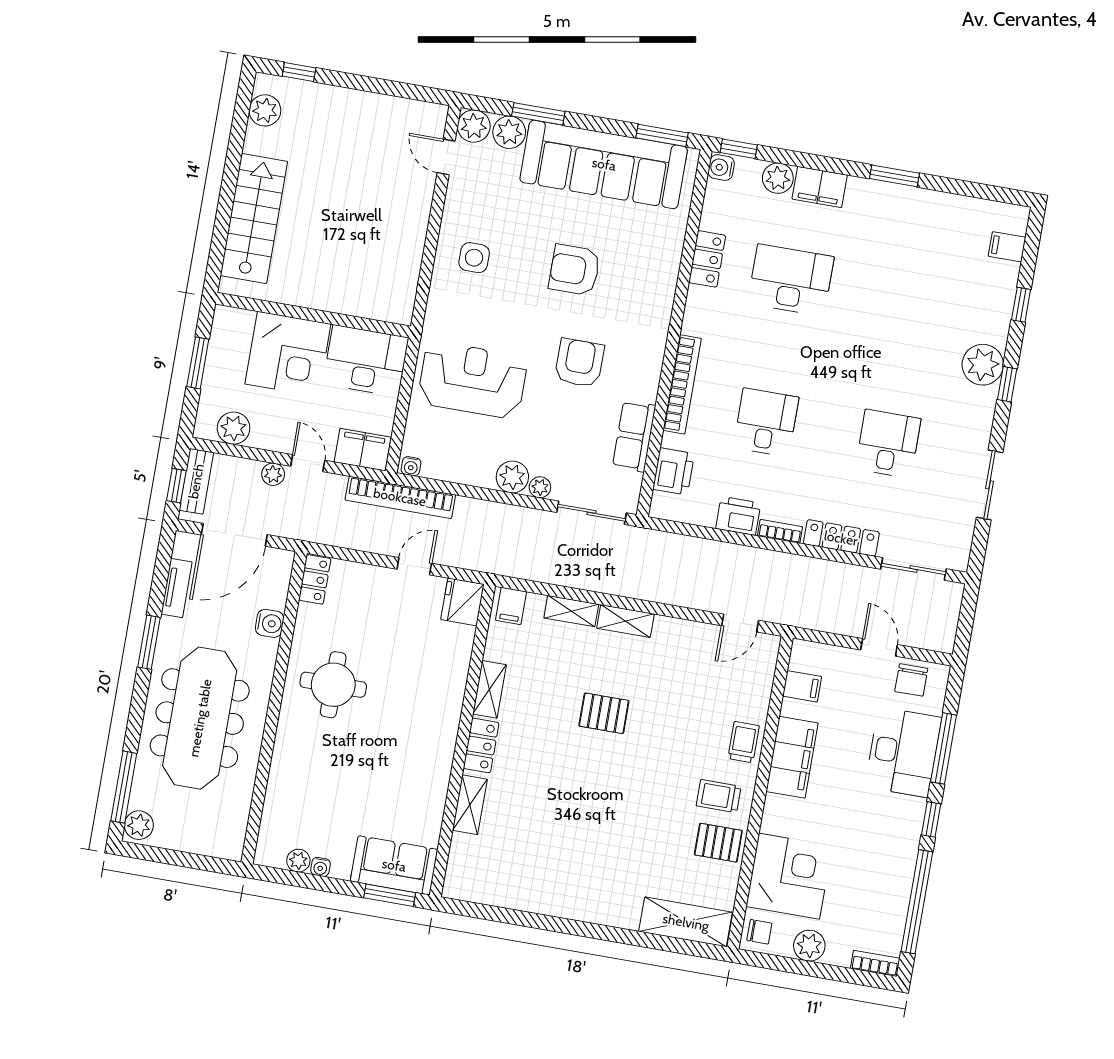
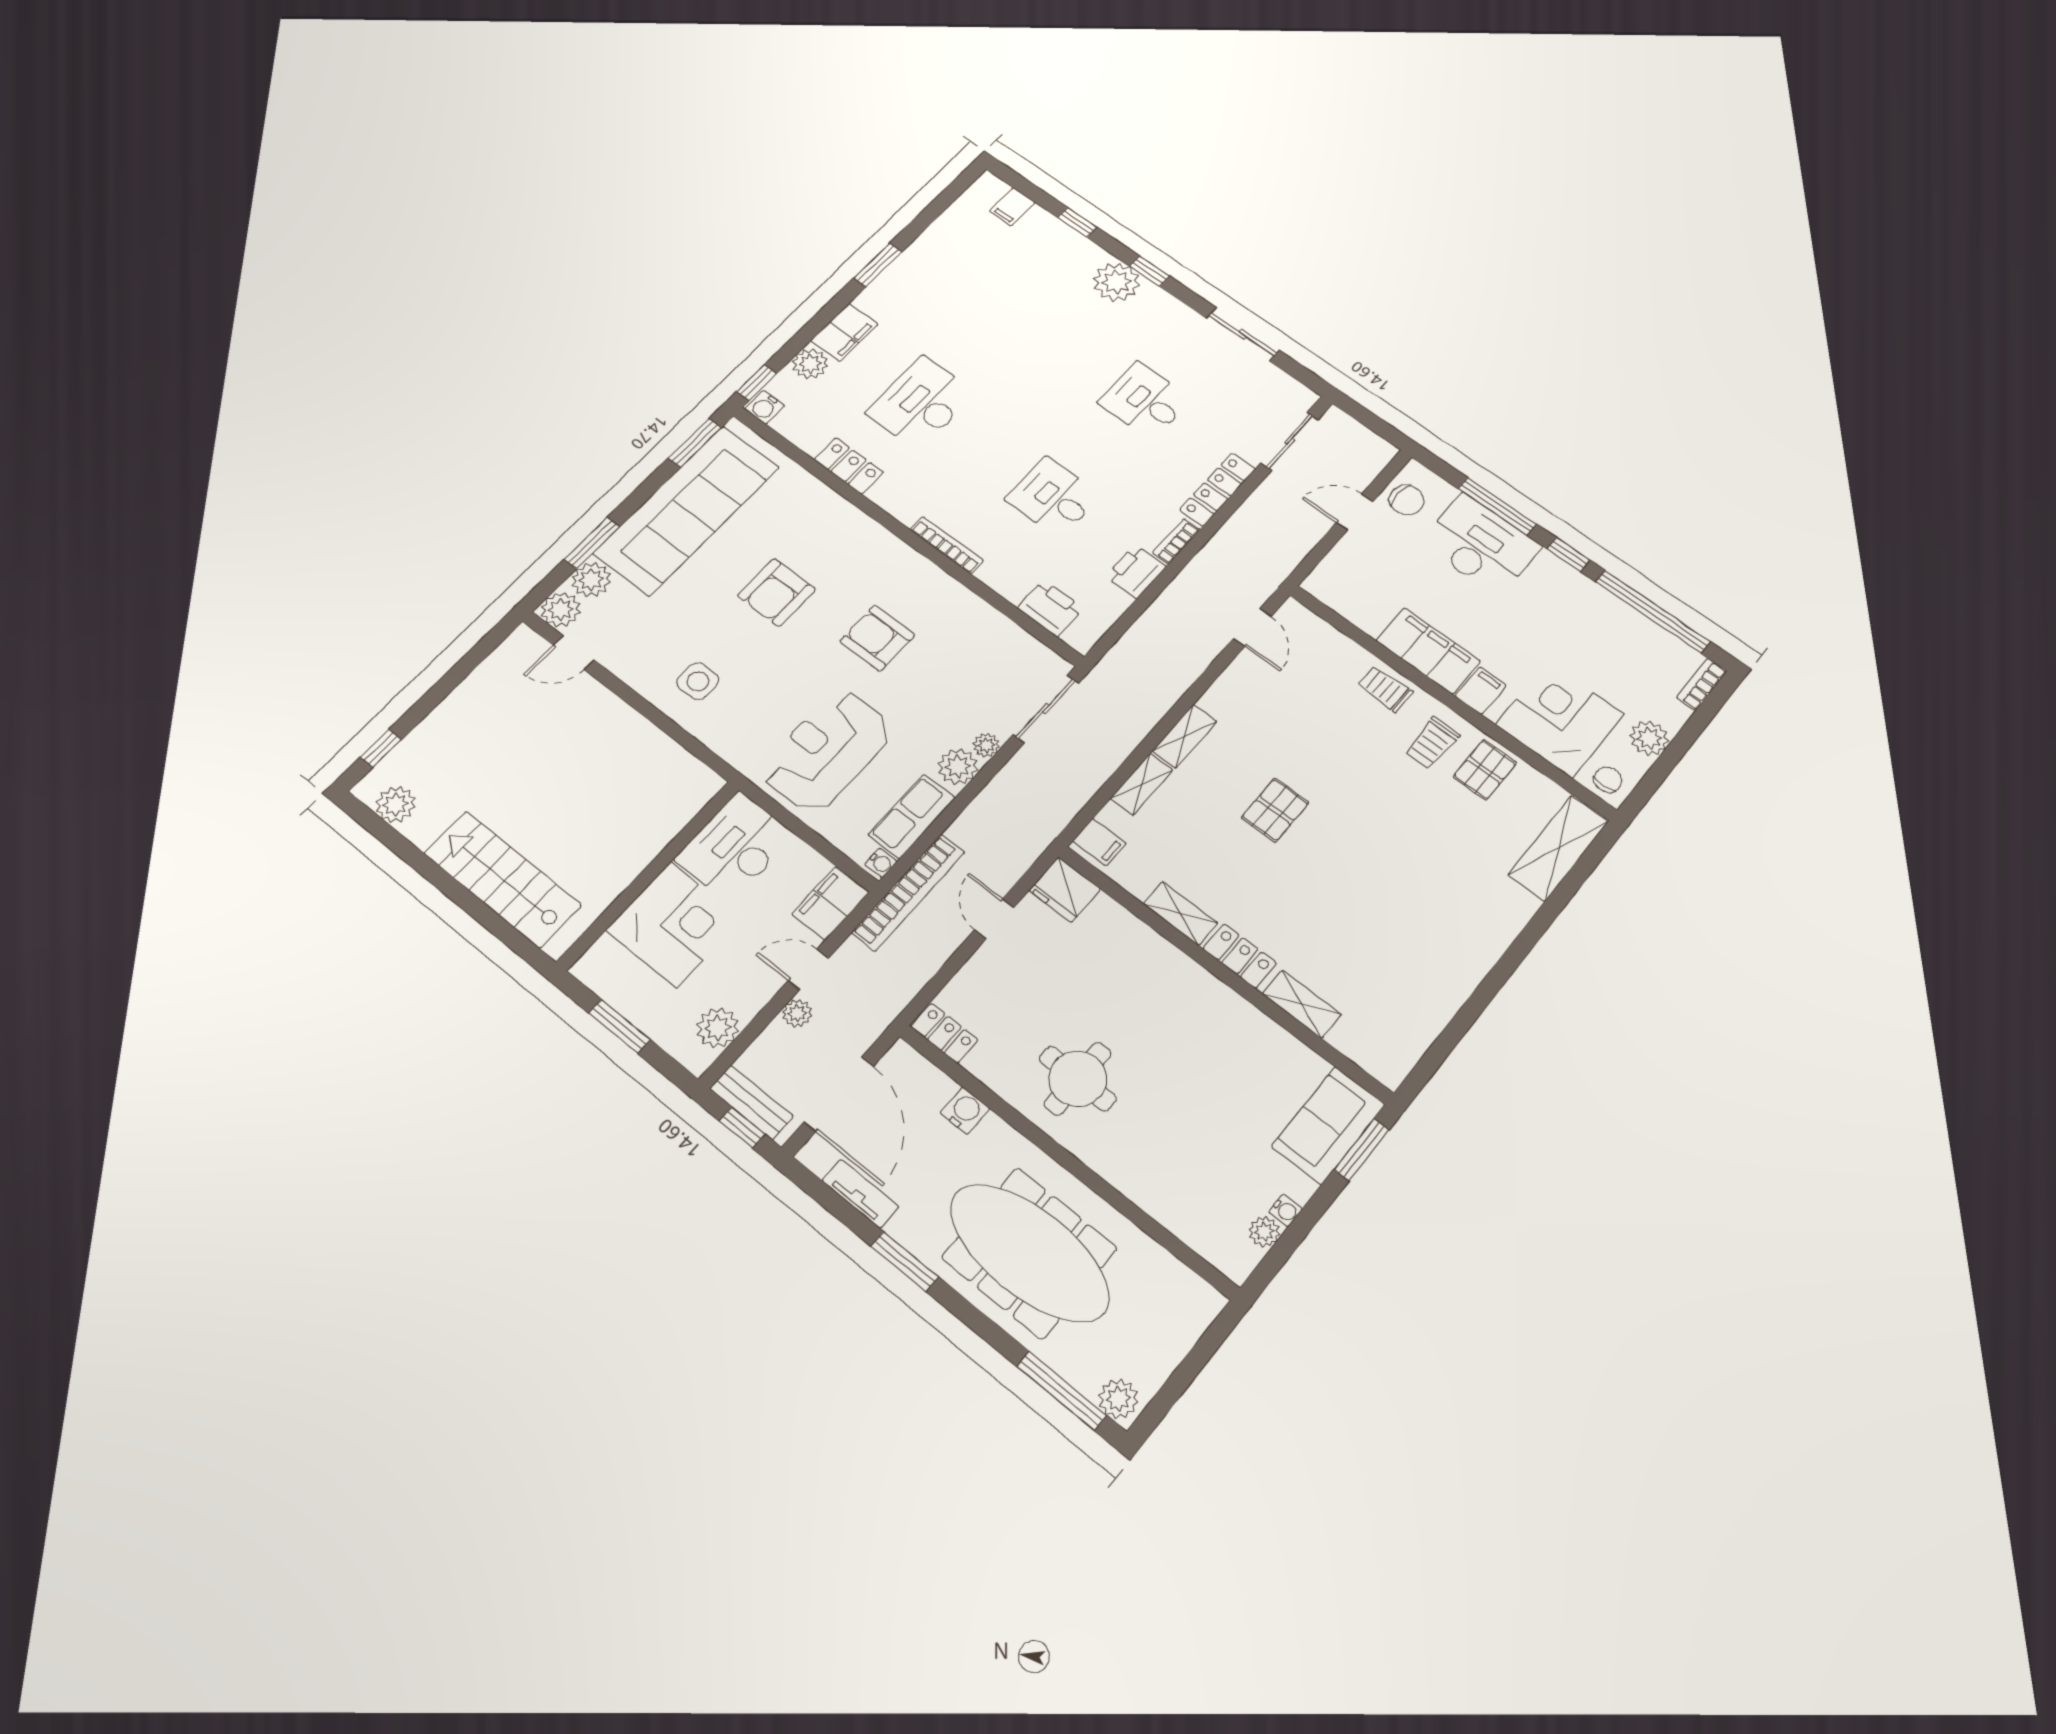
bookcase: (682, 384) -> (947, 545), width x0.68, depth x0.76
row of seats: (634, 436) -> (912, 816), moved, turned 90
filing cabinet: (802, 686) -> (1481, 691), moved

